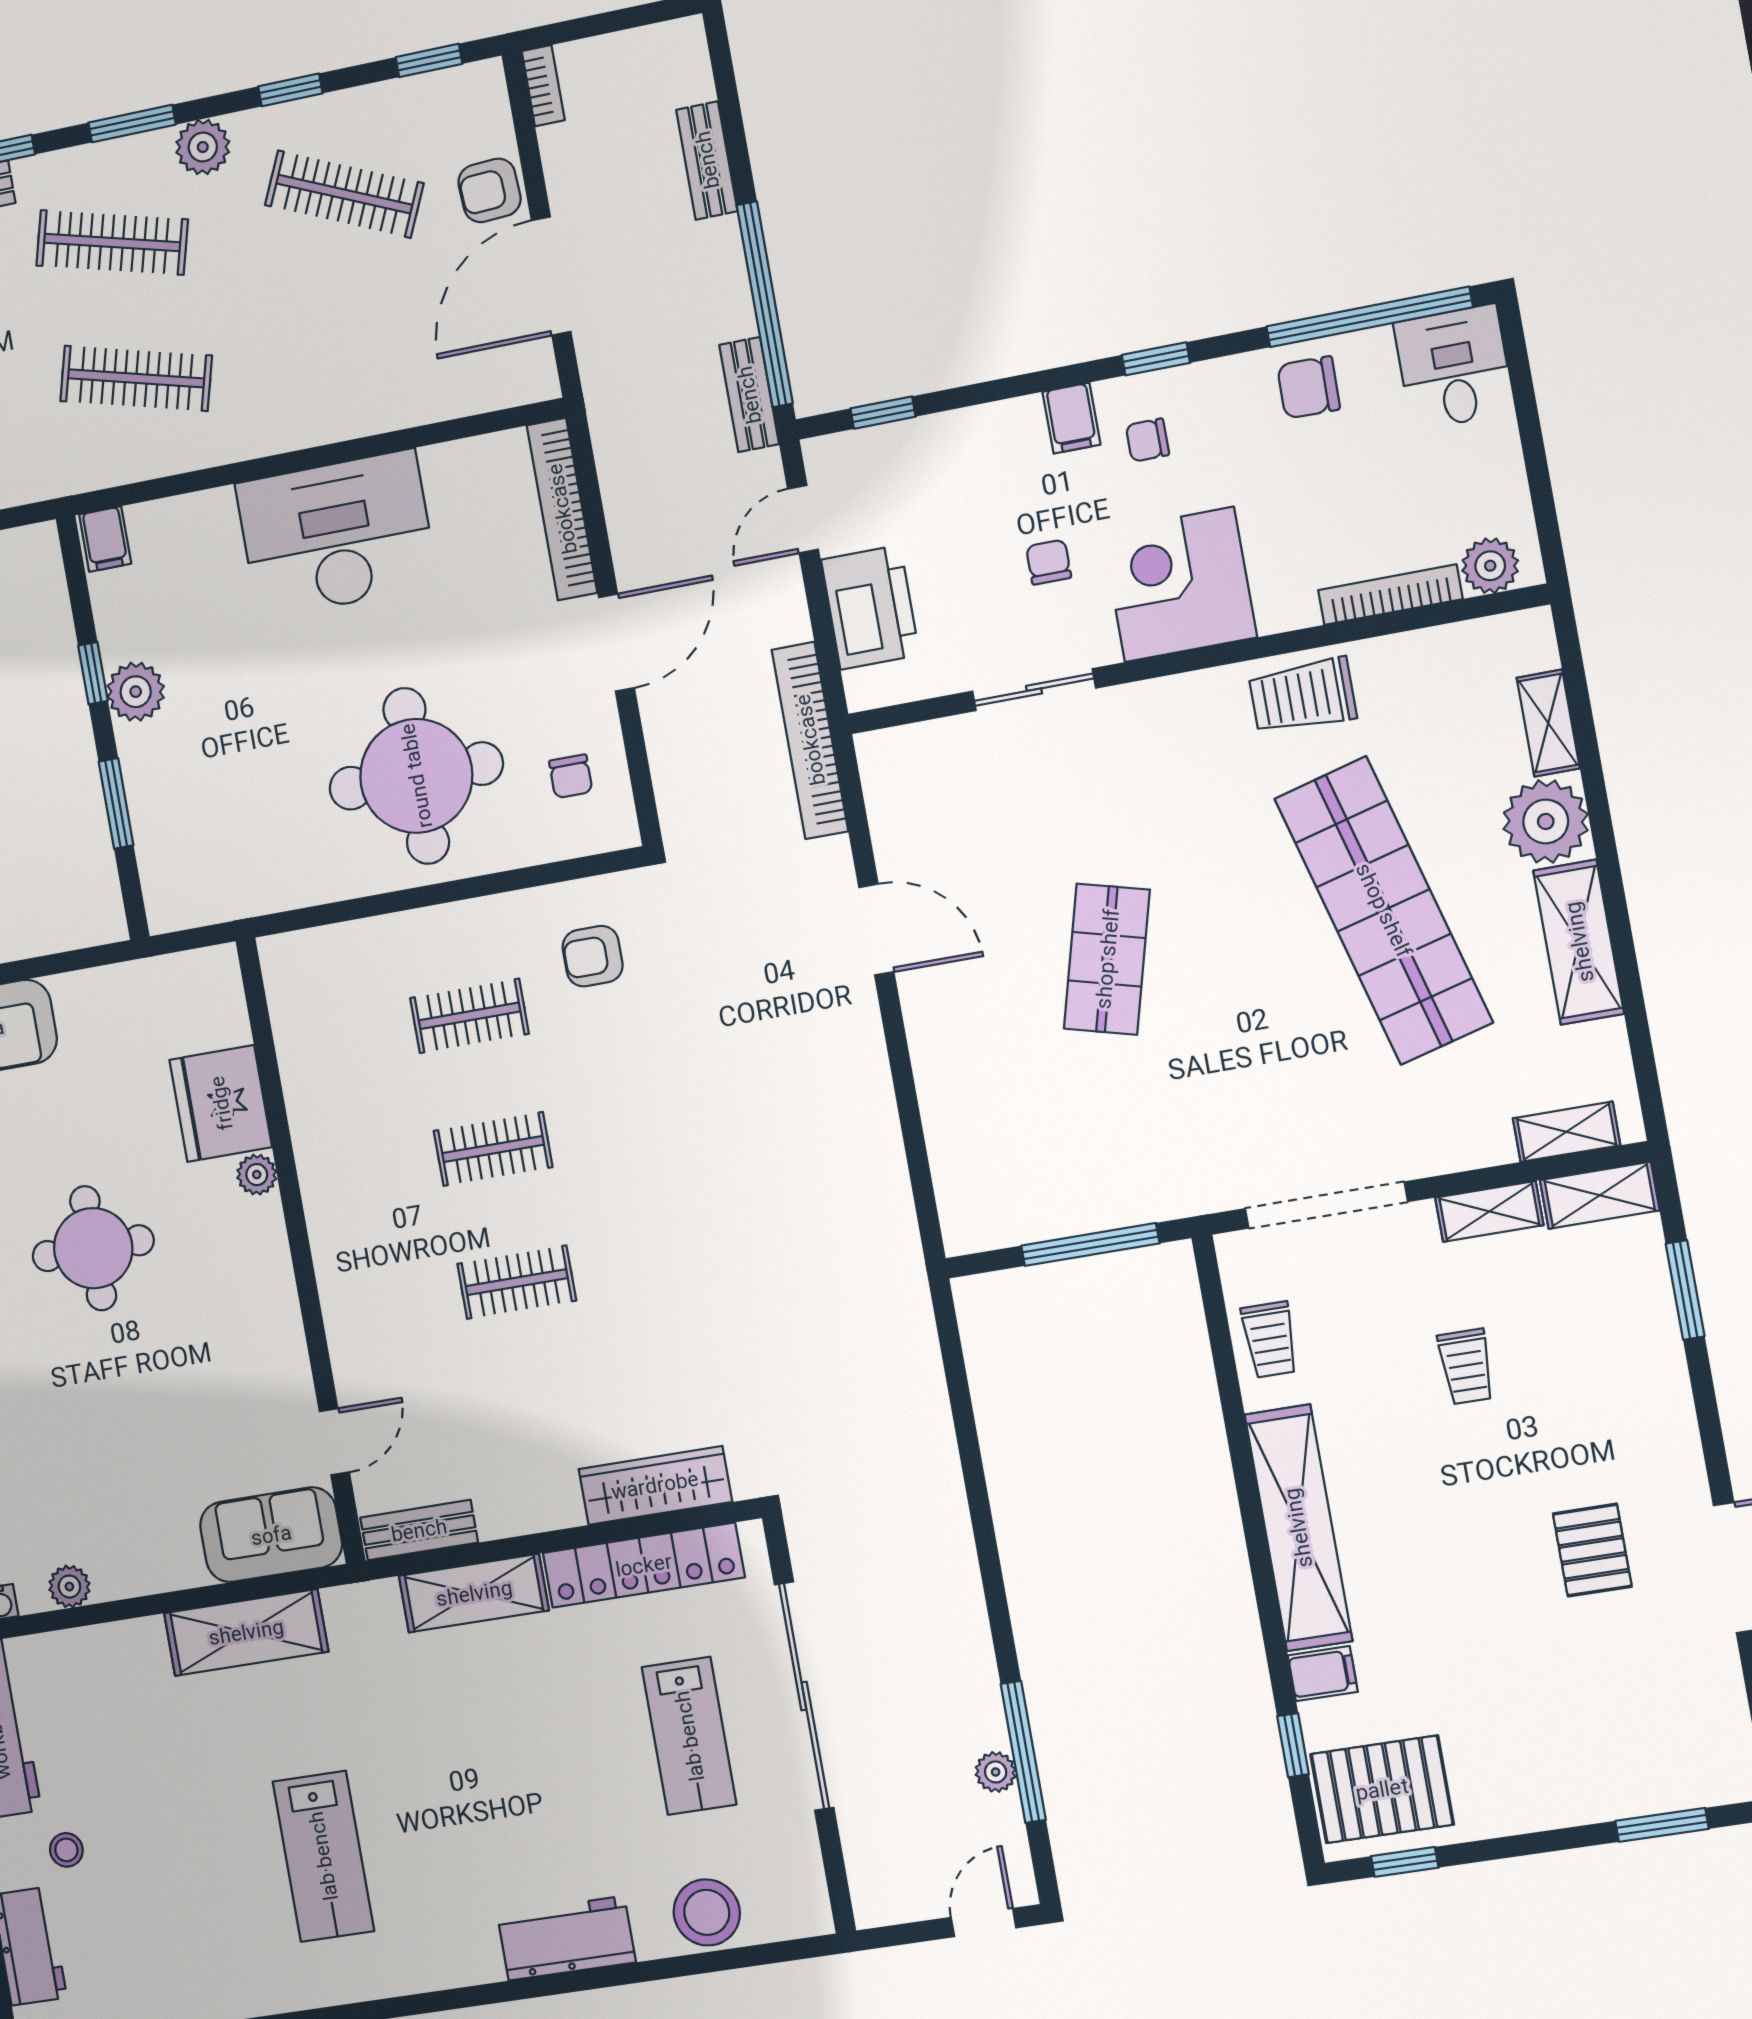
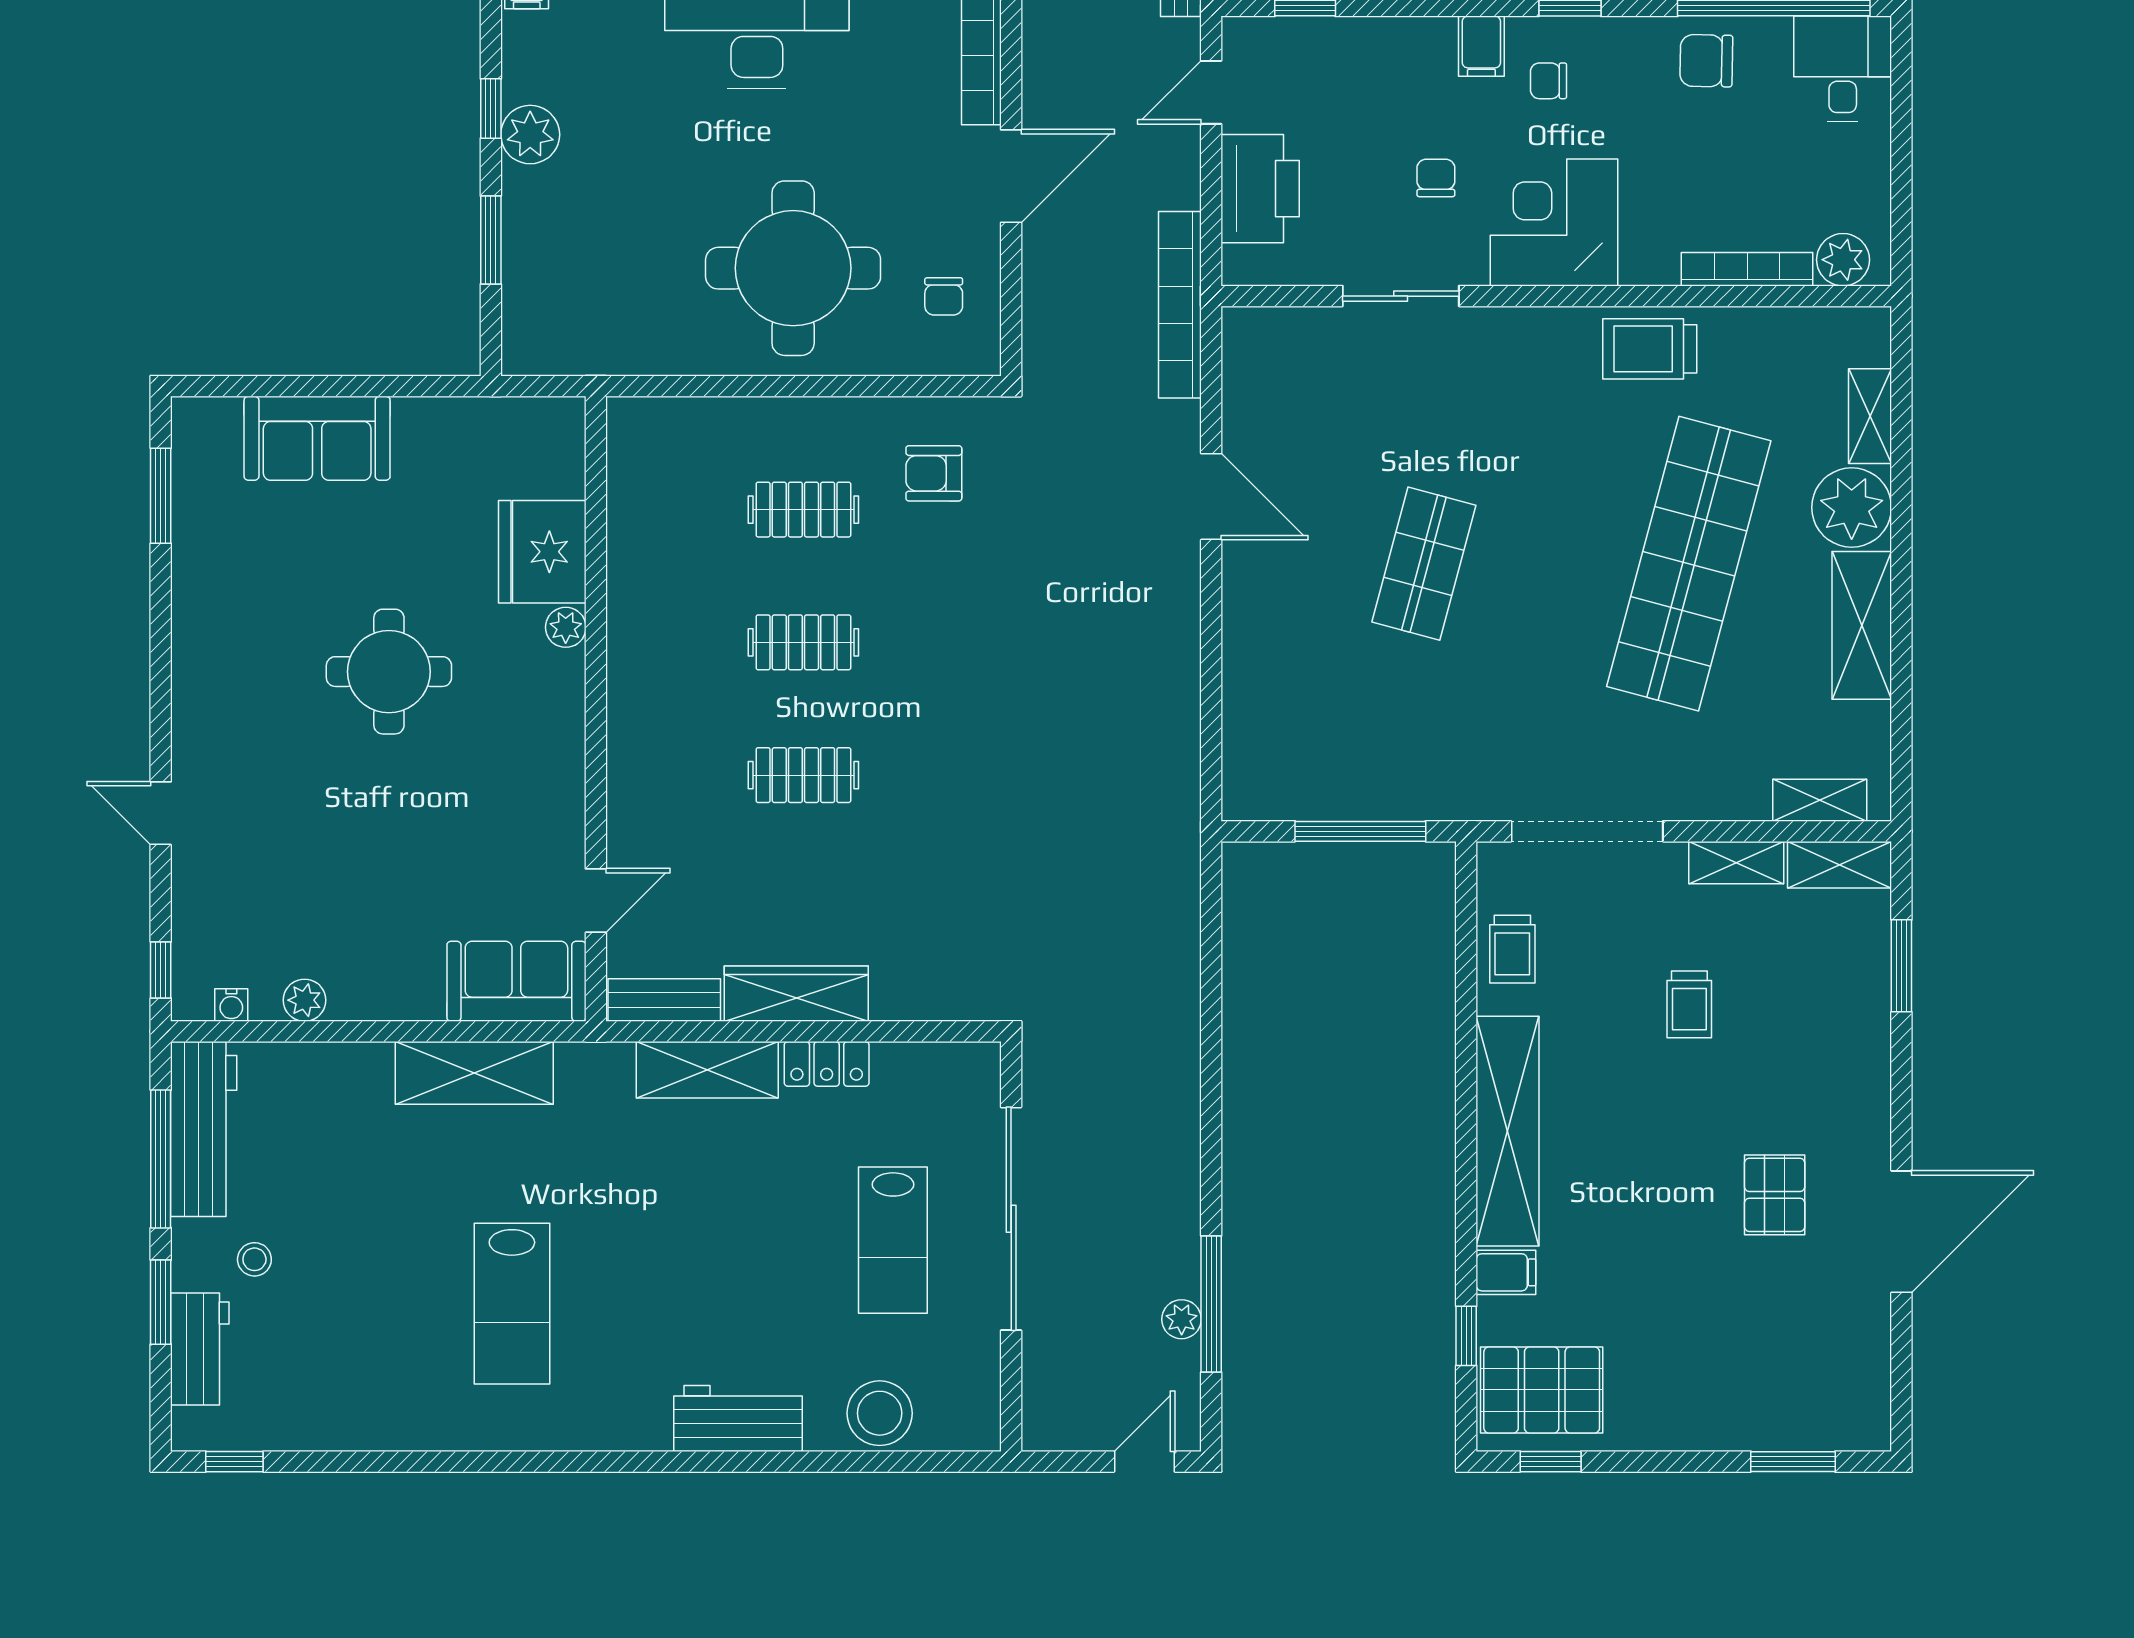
shop shelf: (1384, 910) -> (1689, 564), turned 30
wardrobe: (655, 1485) -> (796, 994), moved
locker: (644, 1565) -> (827, 1064), width x0.46, depth x0.83

